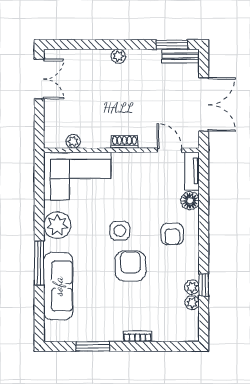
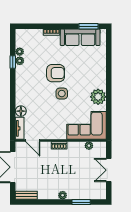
window: (172, 44) -> (81, 202), moved
double door: (39, 79) -> (109, 170), moved
armchair: (172, 234) -> (31, 92), removed
window: (39, 263) -> (109, 75), removed
armchair: (130, 266) -> (56, 73), turned -90
sofa: (58, 286) -> (80, 37), moved, turned -90
window: (93, 346) -> (88, 26), moved

